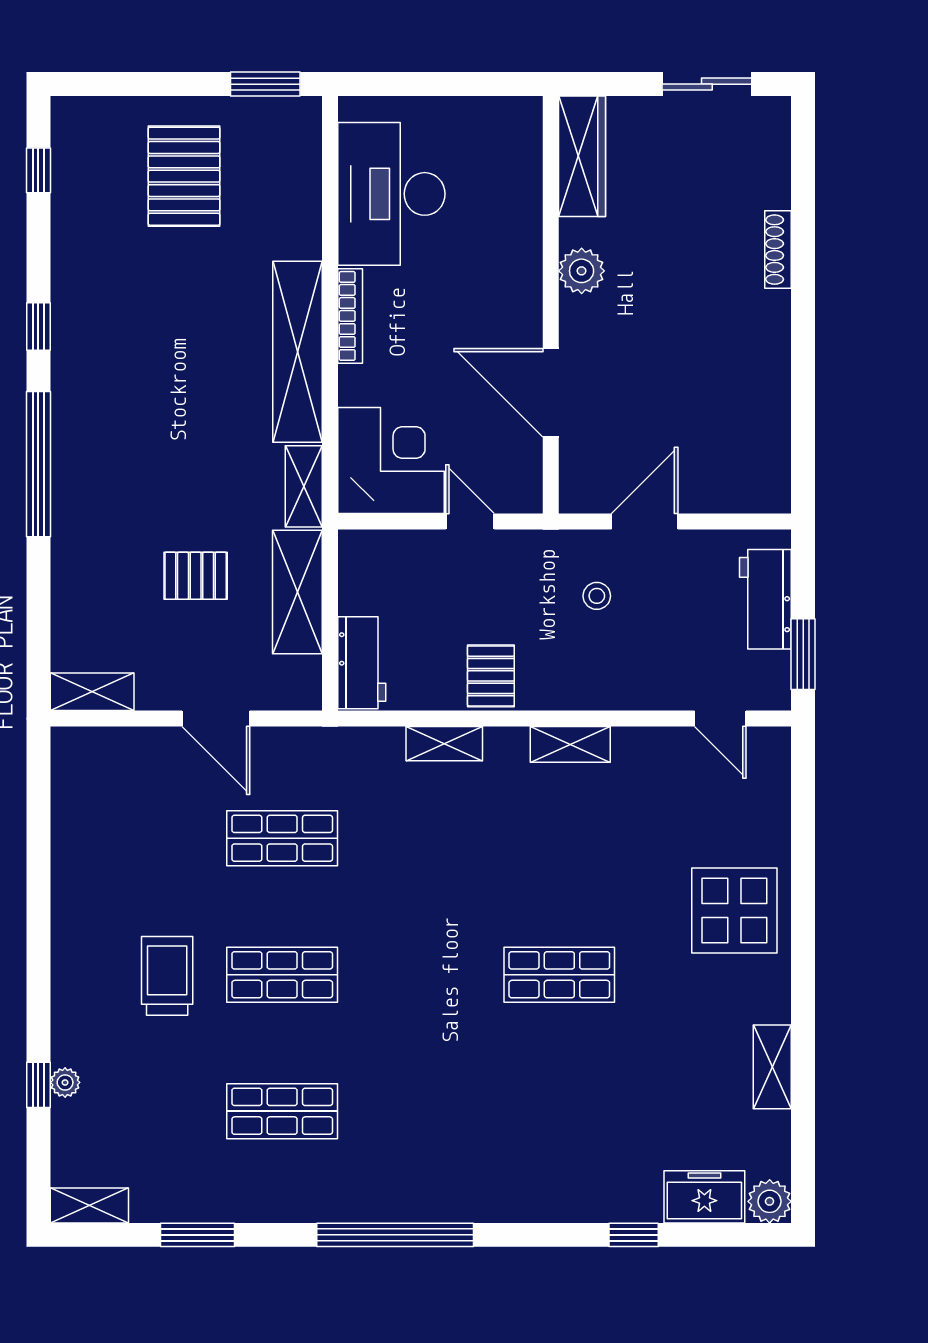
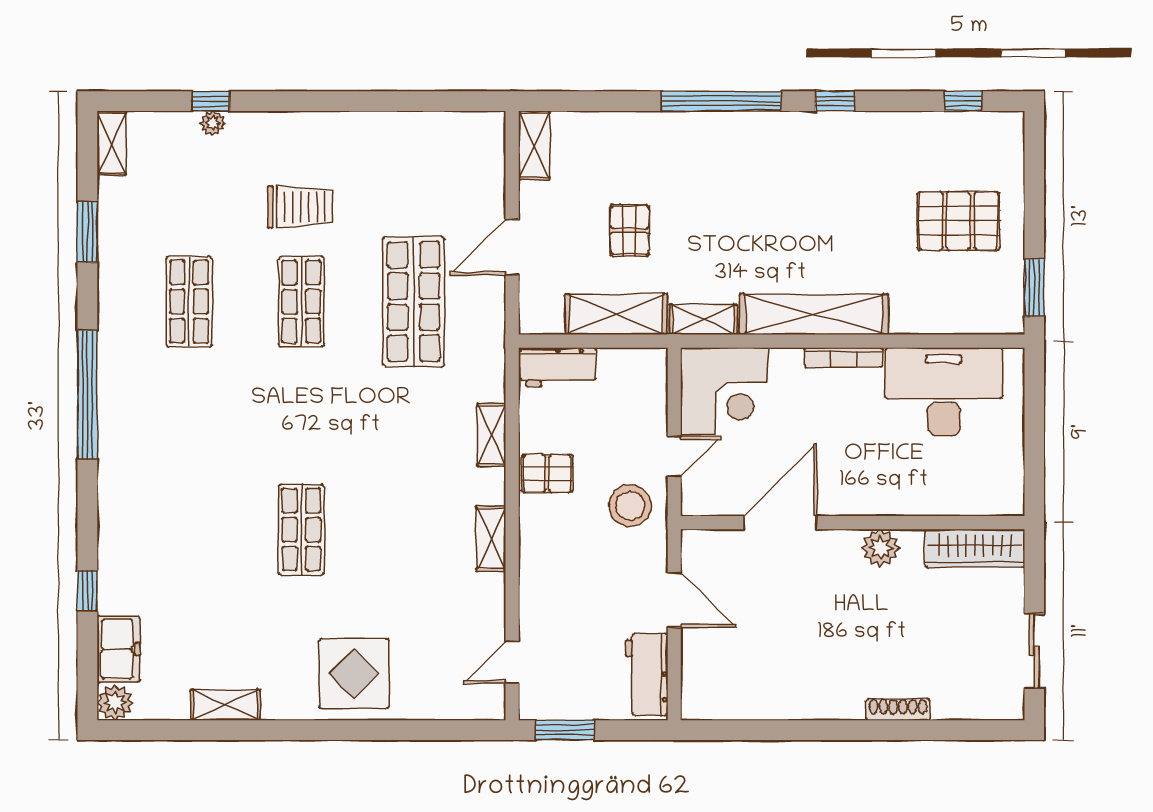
stool: (597, 596) -> (630, 506), moved, width x1.89, depth x1.89
workbench: (765, 599) -> (647, 674), moved, turned -90
shop shelf: (282, 838) -> (414, 302), width x1.43, depth x1.36

